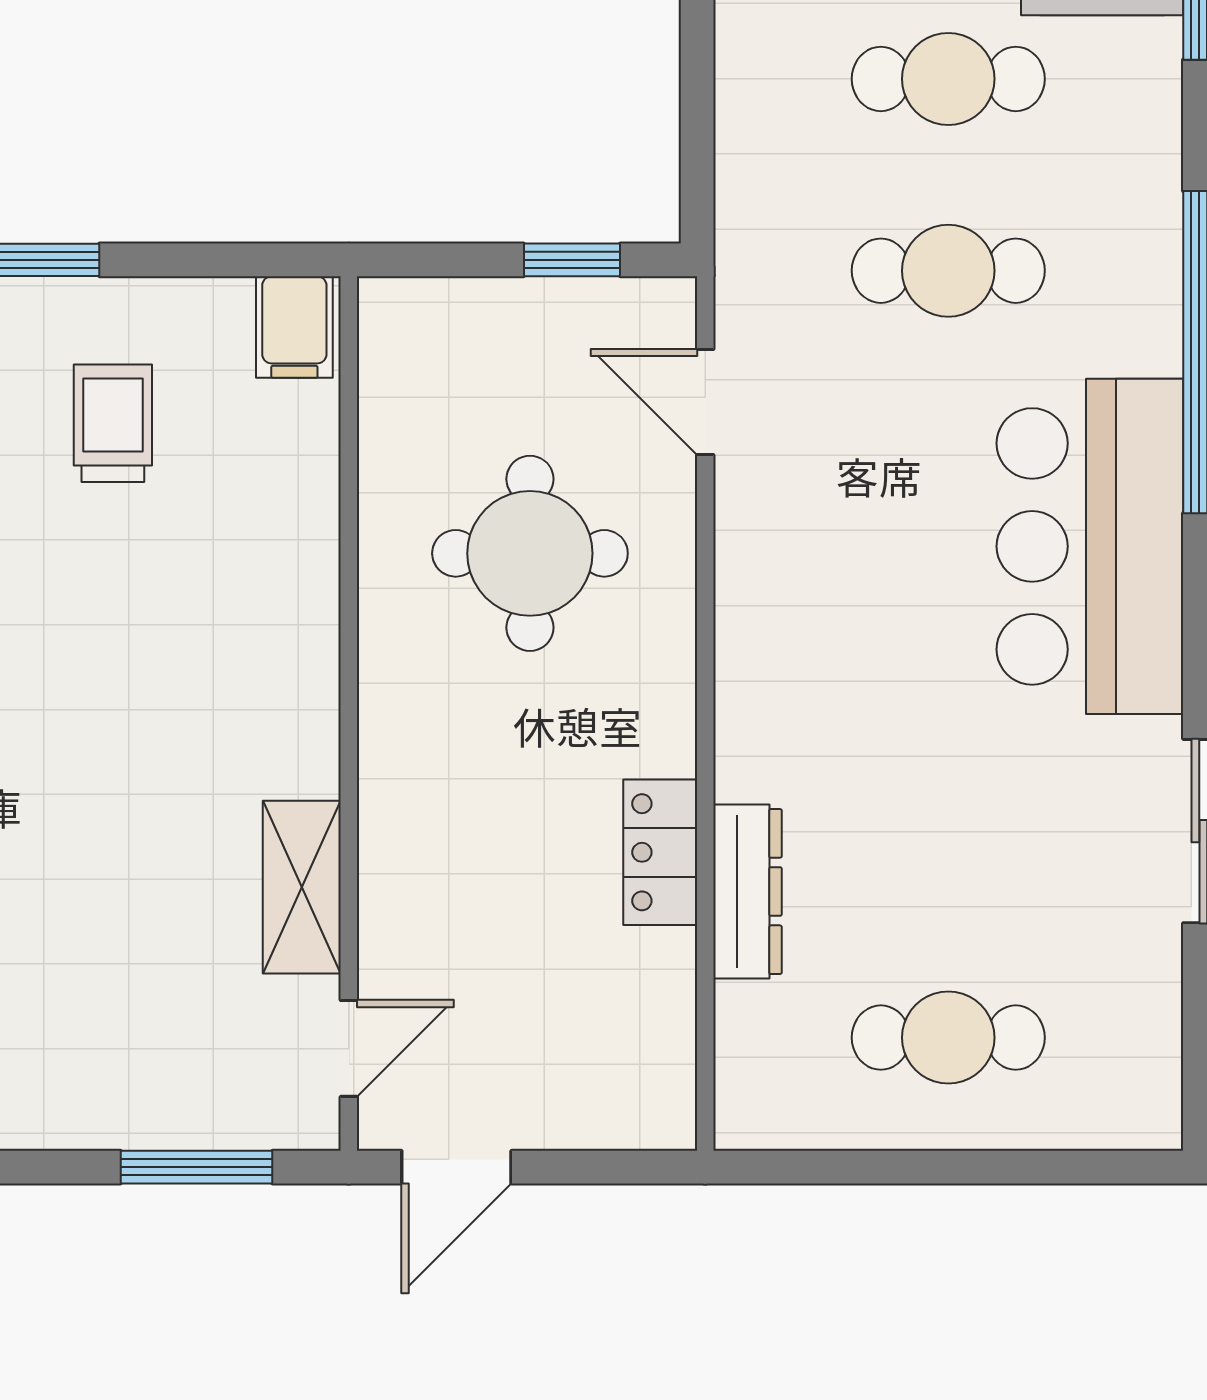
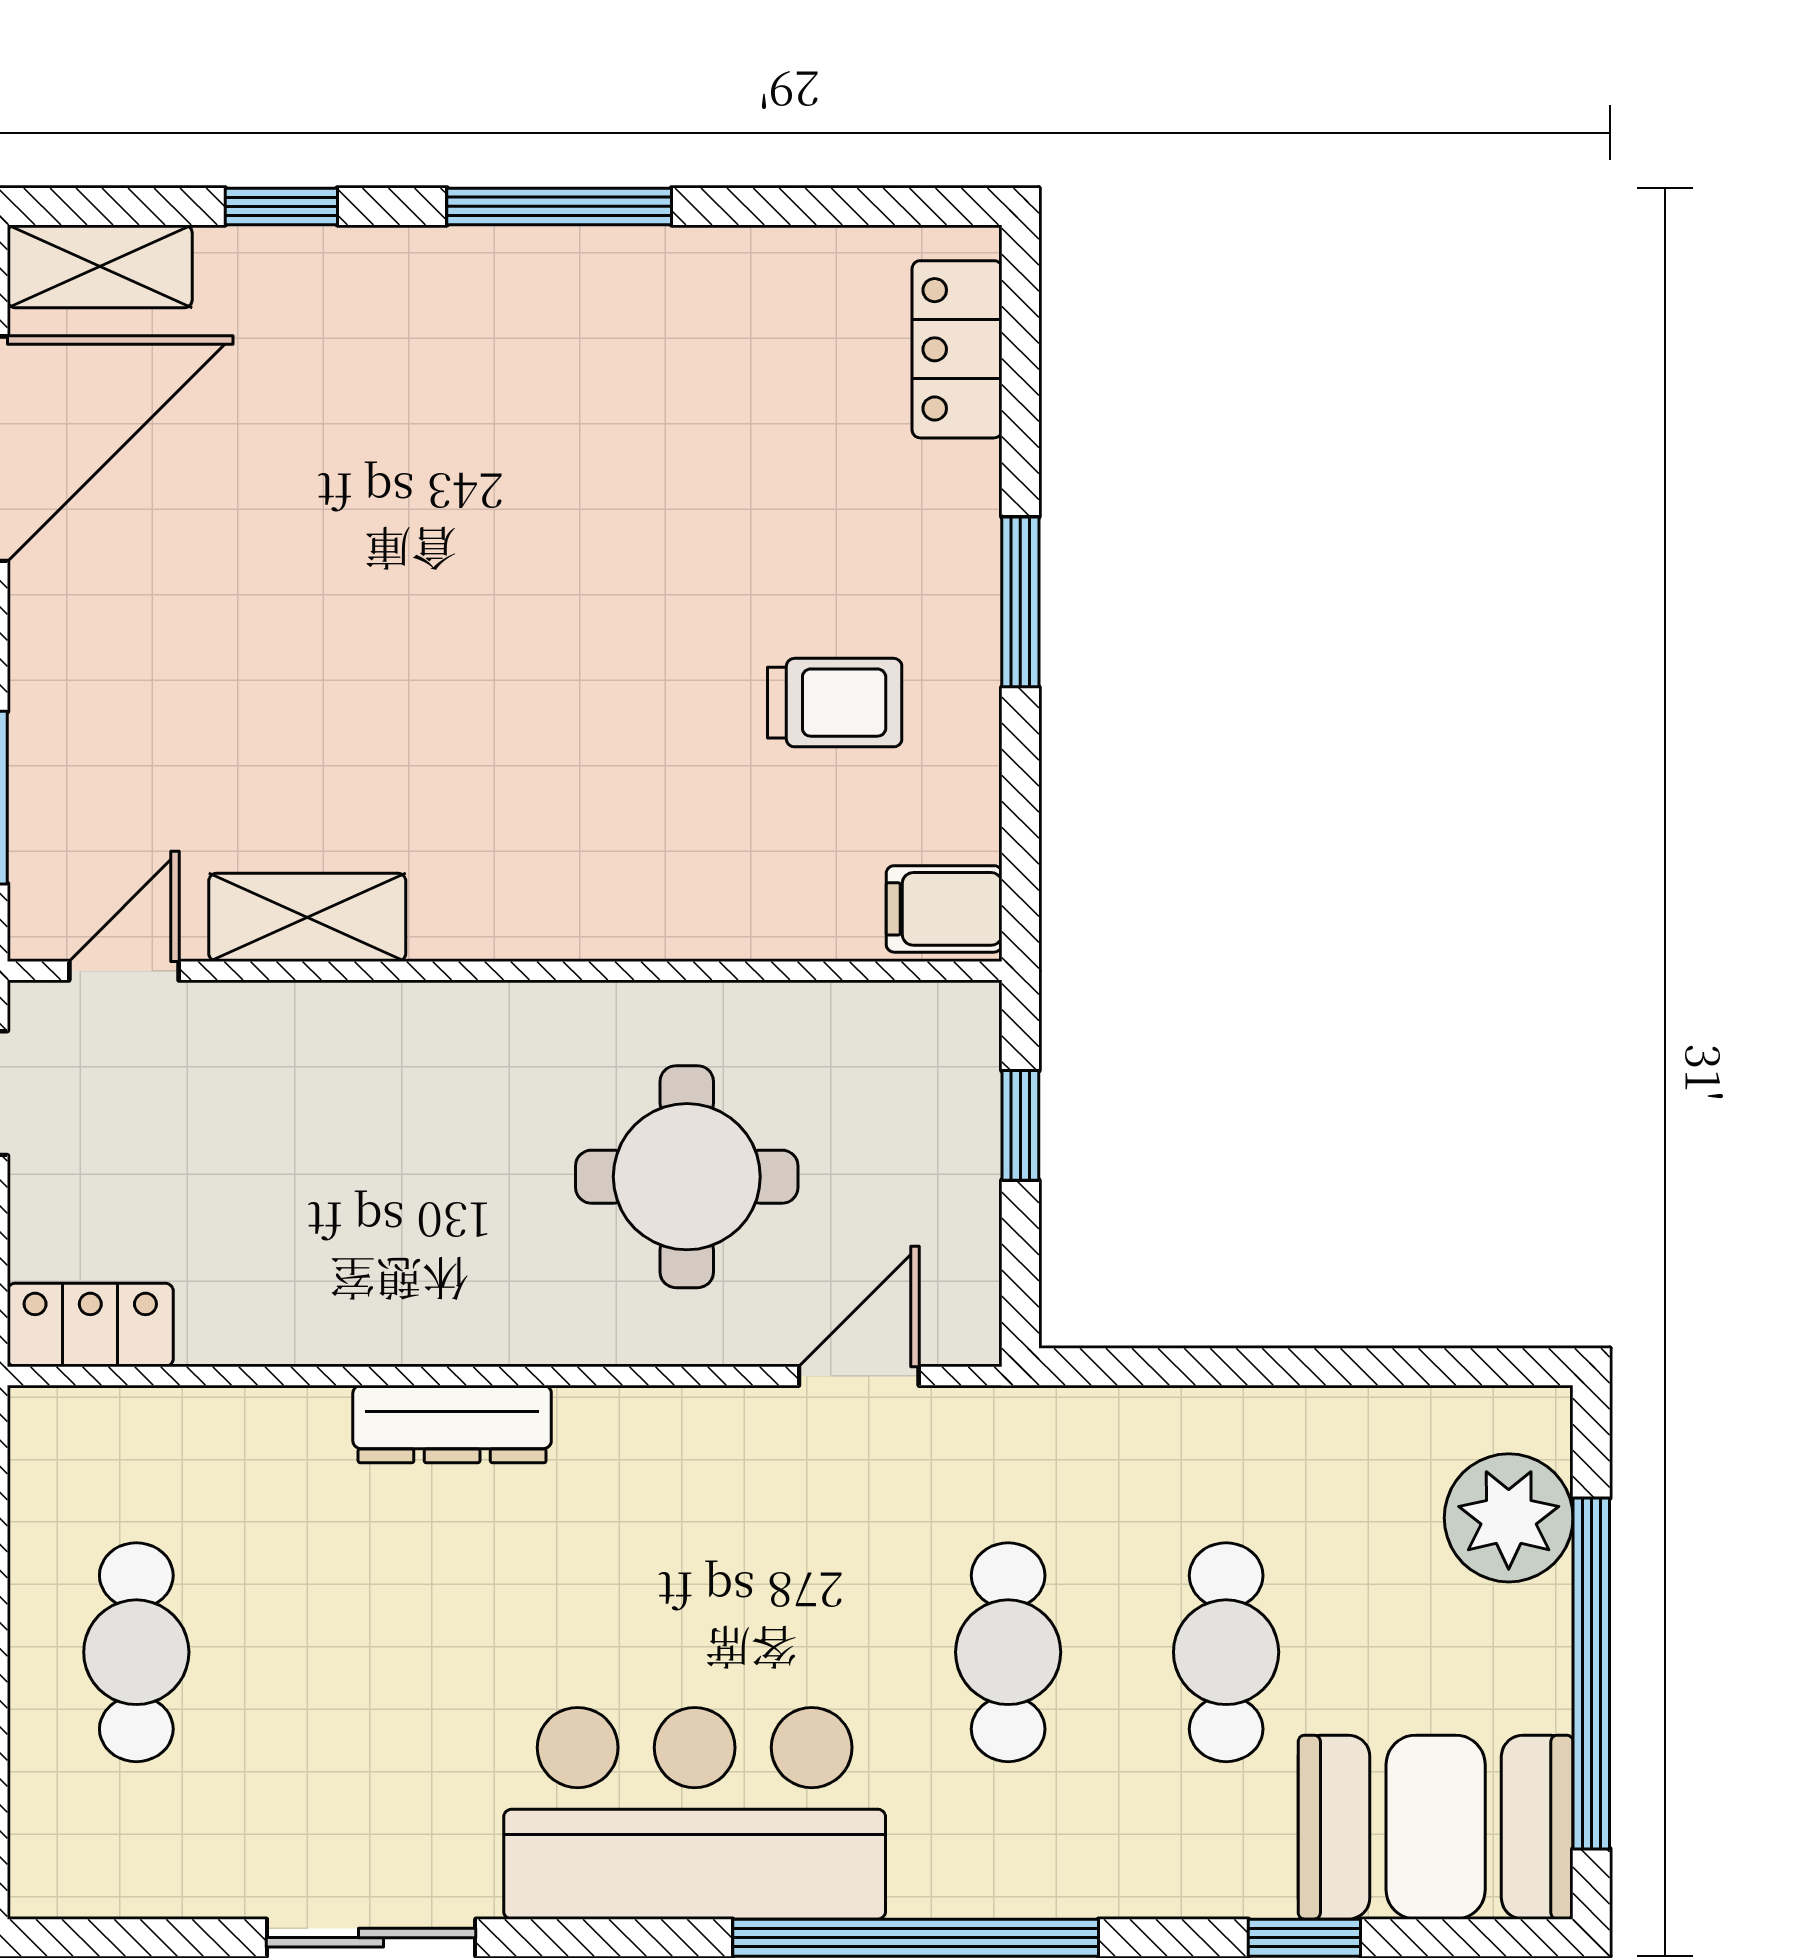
window: (572, 260) -> (1020, 1125), moved
locker: (660, 852) -> (90, 1325), moved
dresser: (747, 892) -> (452, 1424), moved
door: (349, 1048) -> (124, 971), swing flipped

